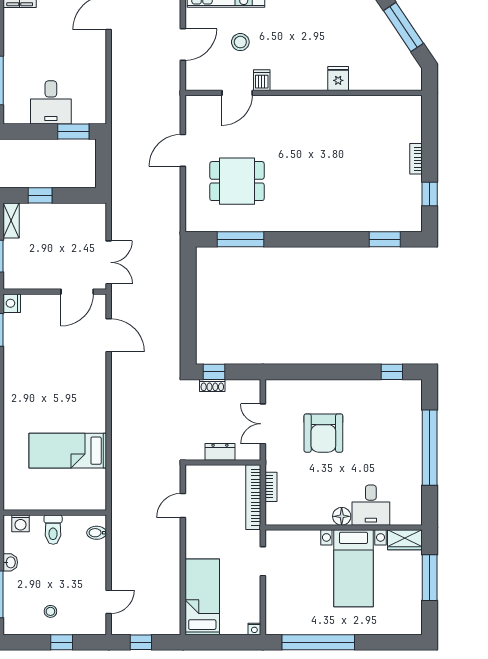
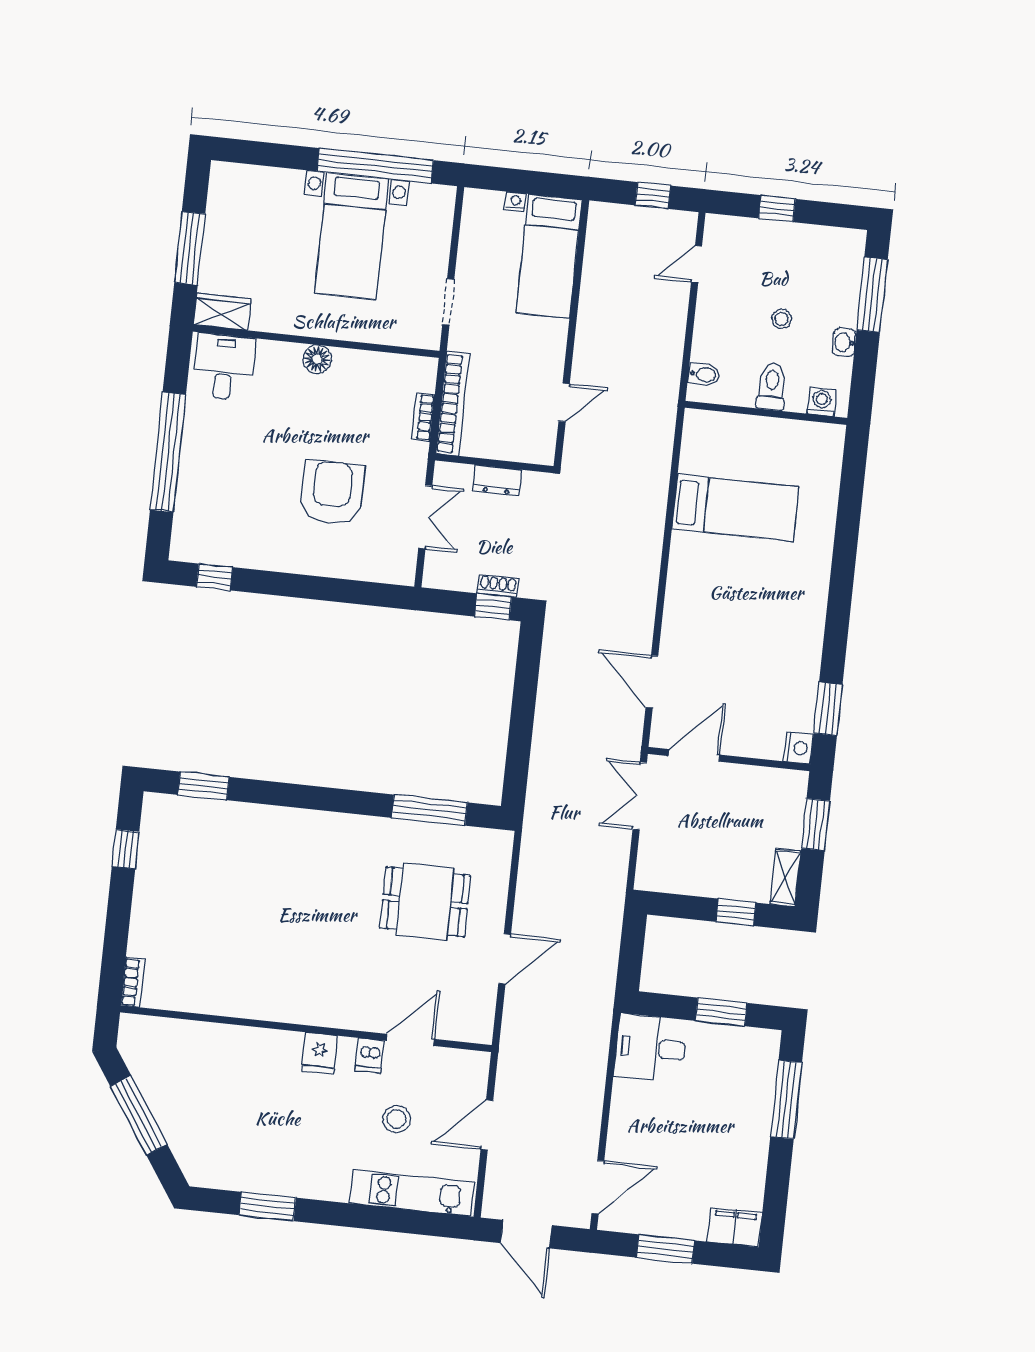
fridge: (338, 78) -> (320, 1053), moved
desk: (51, 102) -> (651, 1048), moved, turned -90
window: (73, 132) -> (721, 1012), moved
bookcase: (416, 159) -> (133, 982), moved
desk: (371, 505) -> (224, 367), moved
bed with nightstands: (353, 568) -> (352, 236), moved, turned 180
stool: (50, 611) -> (781, 319), moved
nightstand: (254, 629) -> (516, 202), moved

